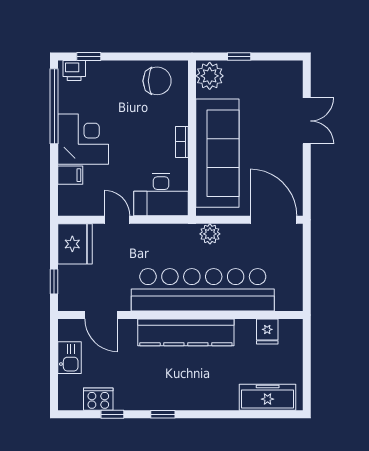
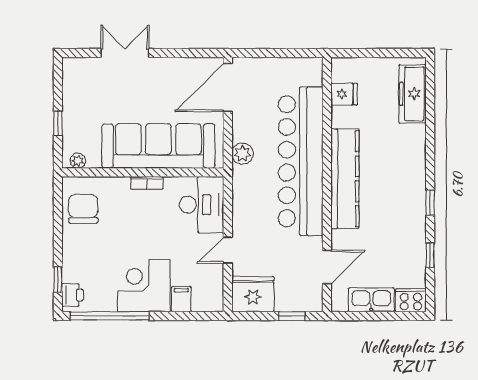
plant: (210, 76) -> (78, 161), width x0.53, depth x0.53
kitchen sink: (69, 358) -> (371, 300), width x1.38
cooker: (98, 399) -> (411, 300), moved, turned 90

